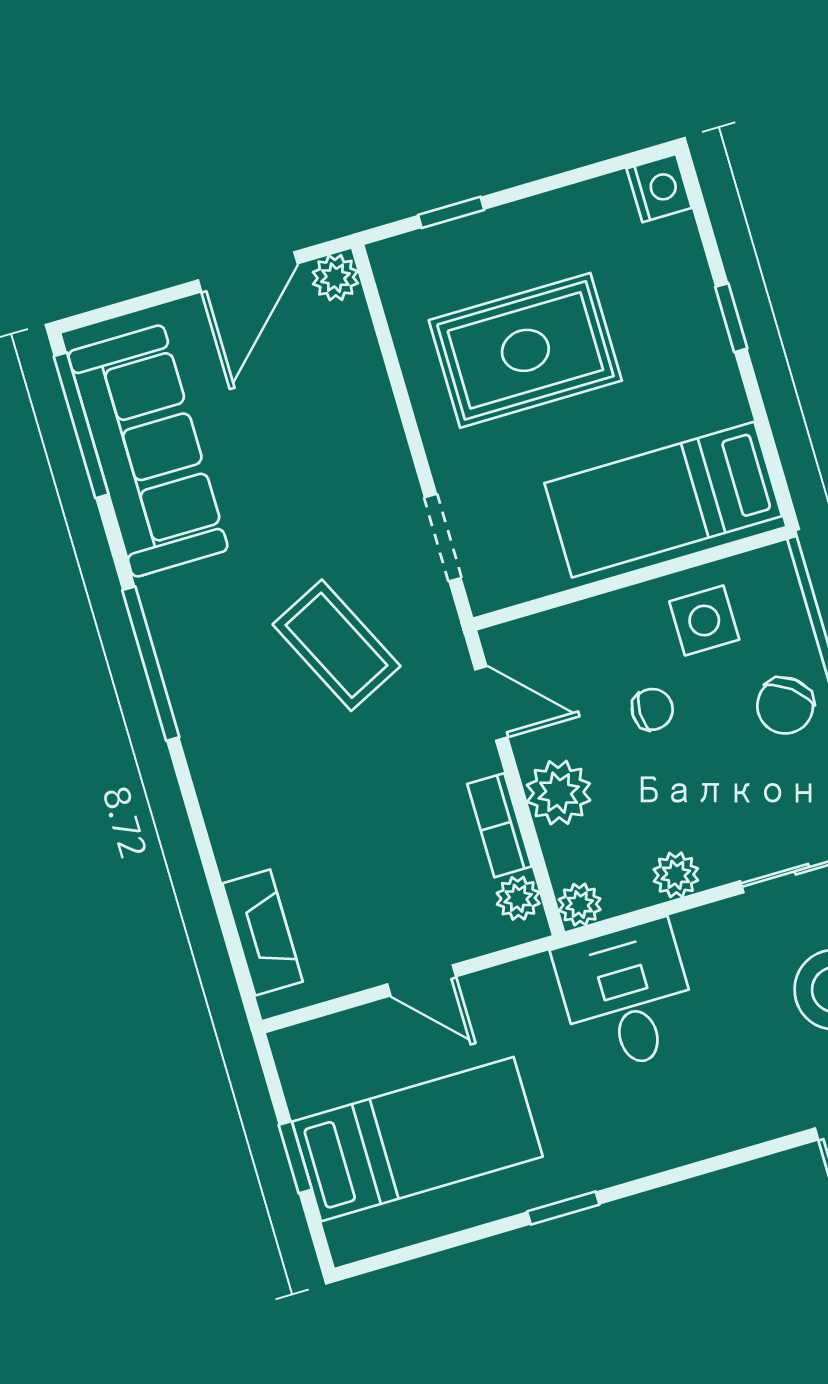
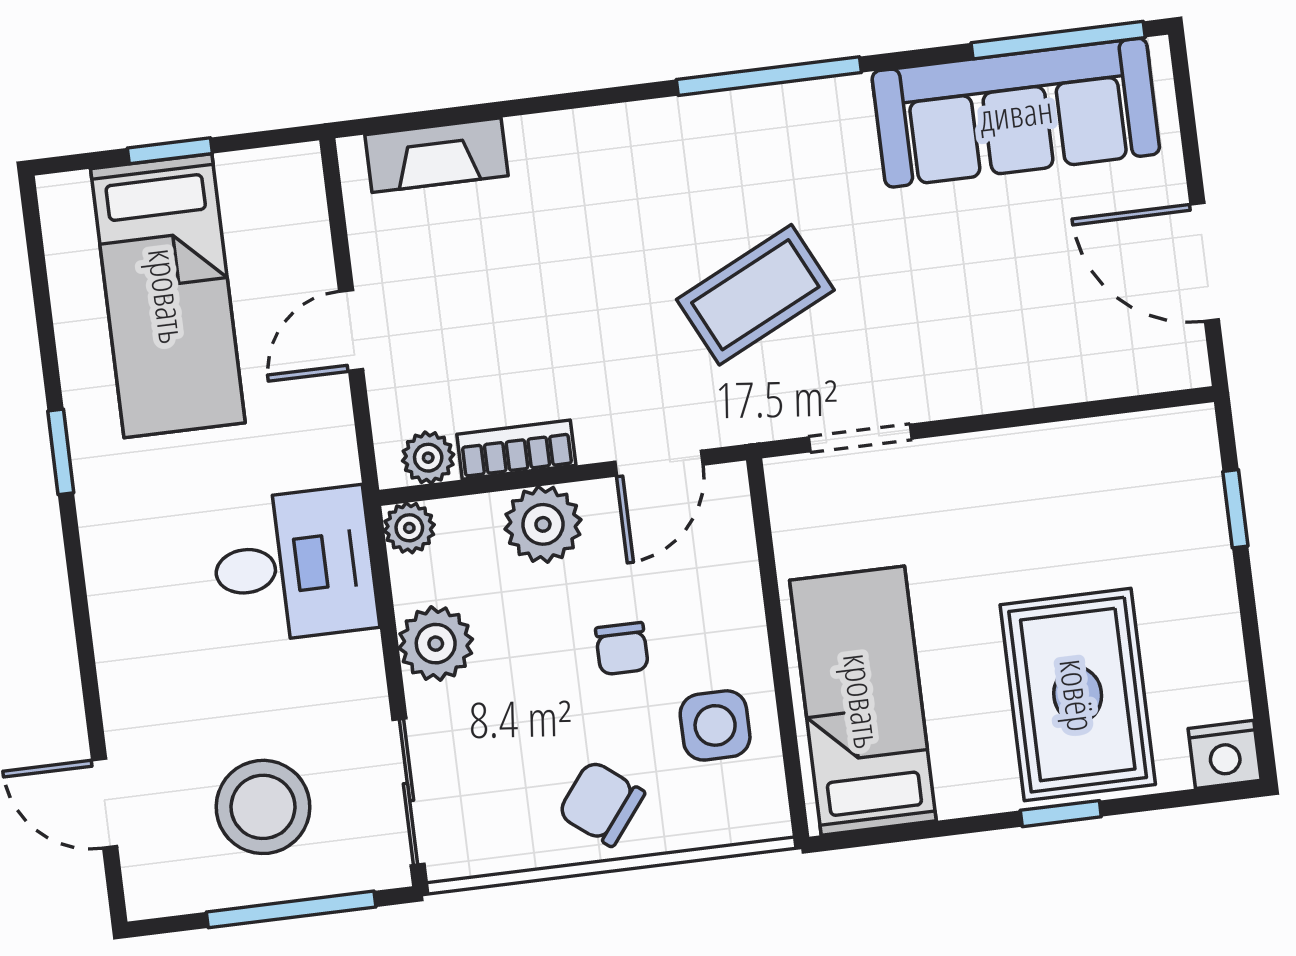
plant: (335, 278) -> (1182, 362), removed
rug: (525, 350) -> (1078, 695), moved
plant: (676, 875) -> (436, 644), width x1.38, depth x1.38

